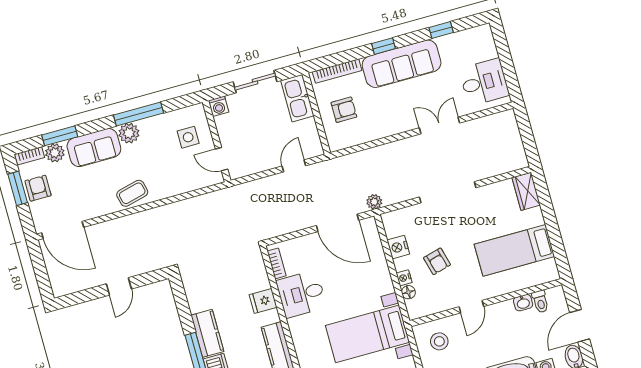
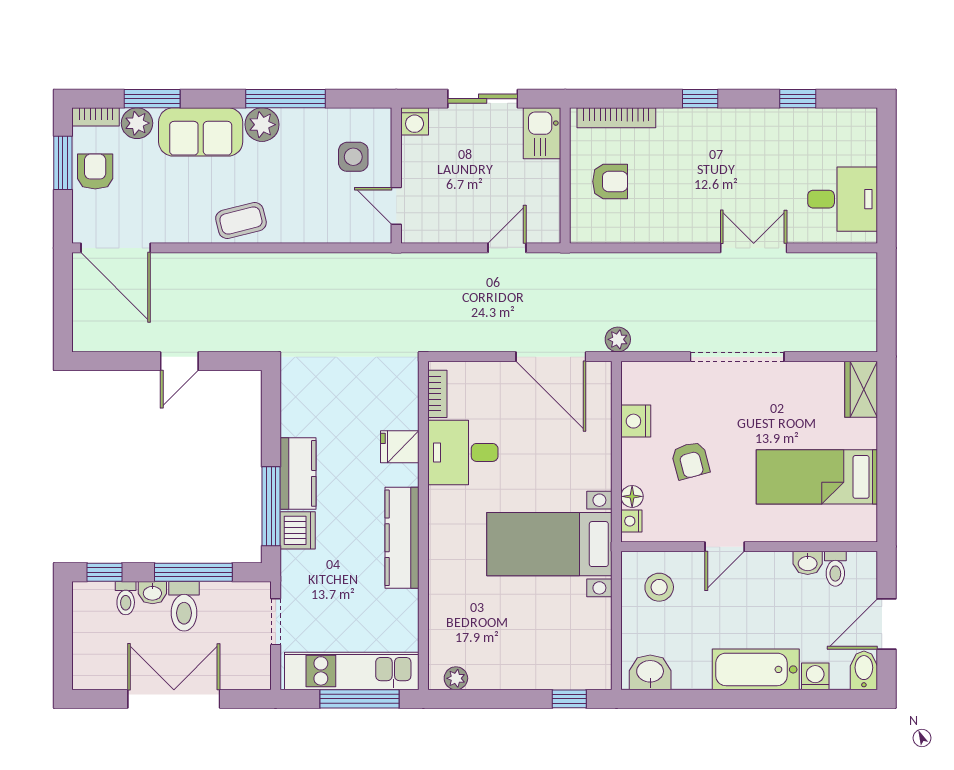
sofa: (402, 64) -> (721, 134), removed
kitchen sink: (297, 98) -> (542, 133), width x0.73
nightstand: (404, 278) -> (631, 521), moved

